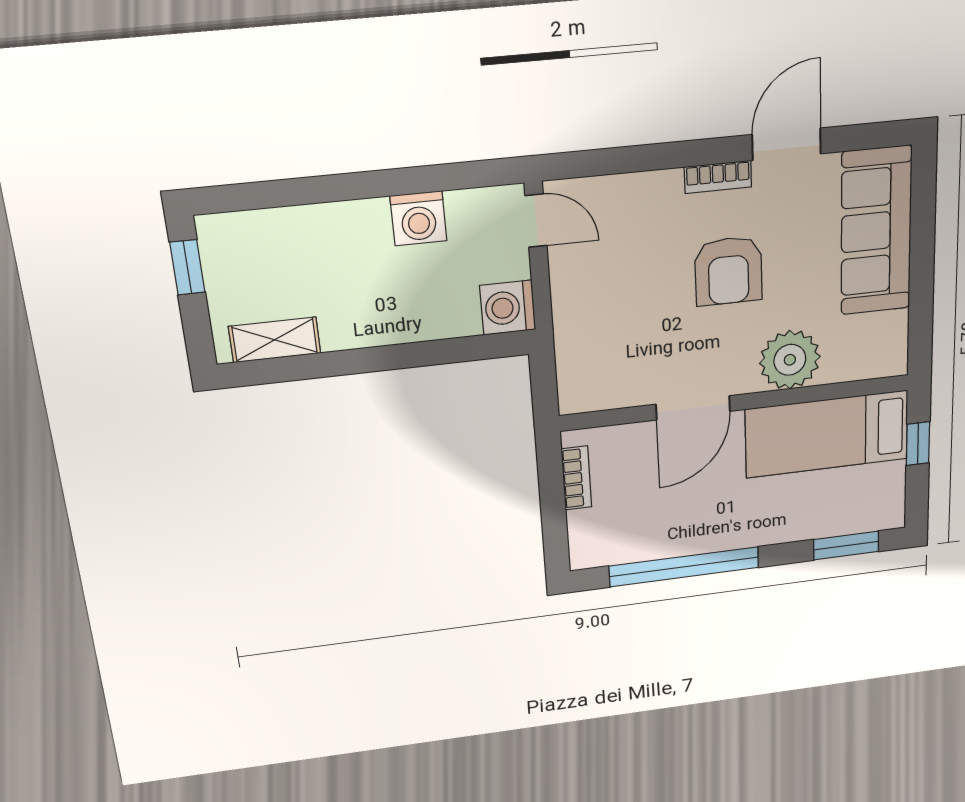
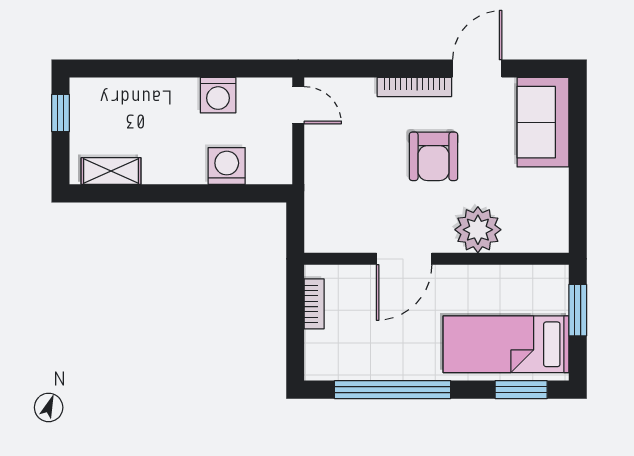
bookcase: (718, 177) -> (414, 87), width x1.56
sofa: (876, 231) -> (543, 122), width x0.73
washing machine: (508, 308) -> (227, 166), moved, turned 90
bed: (827, 434) -> (506, 344), moved
window: (918, 444) -> (578, 310), width x1.50

